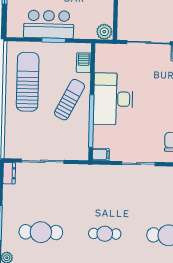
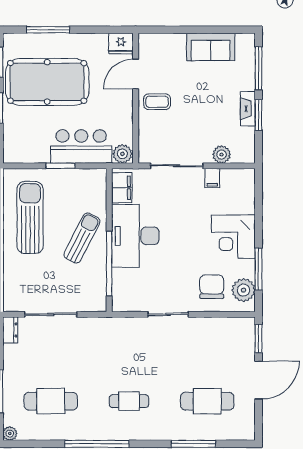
bar counter: (49, 24) -> (81, 146), moved
barbecue: (84, 63) -> (98, 192), removed
filing cabinet: (101, 154) -> (122, 188), moved, width x2.00

